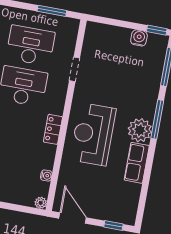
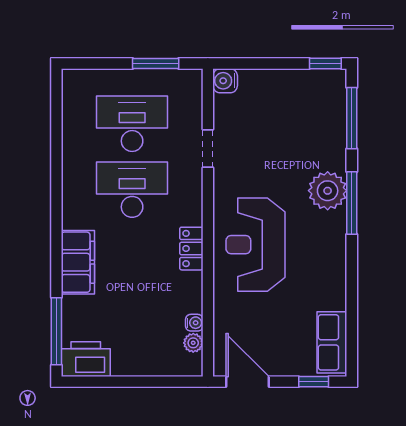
water cooler: (139, 38) -> (225, 81), moved, turned -90
plant: (140, 130) -> (328, 191), moved
row of seats: (137, 163) -> (332, 342), moved
plant: (41, 203) -> (193, 343), moved

